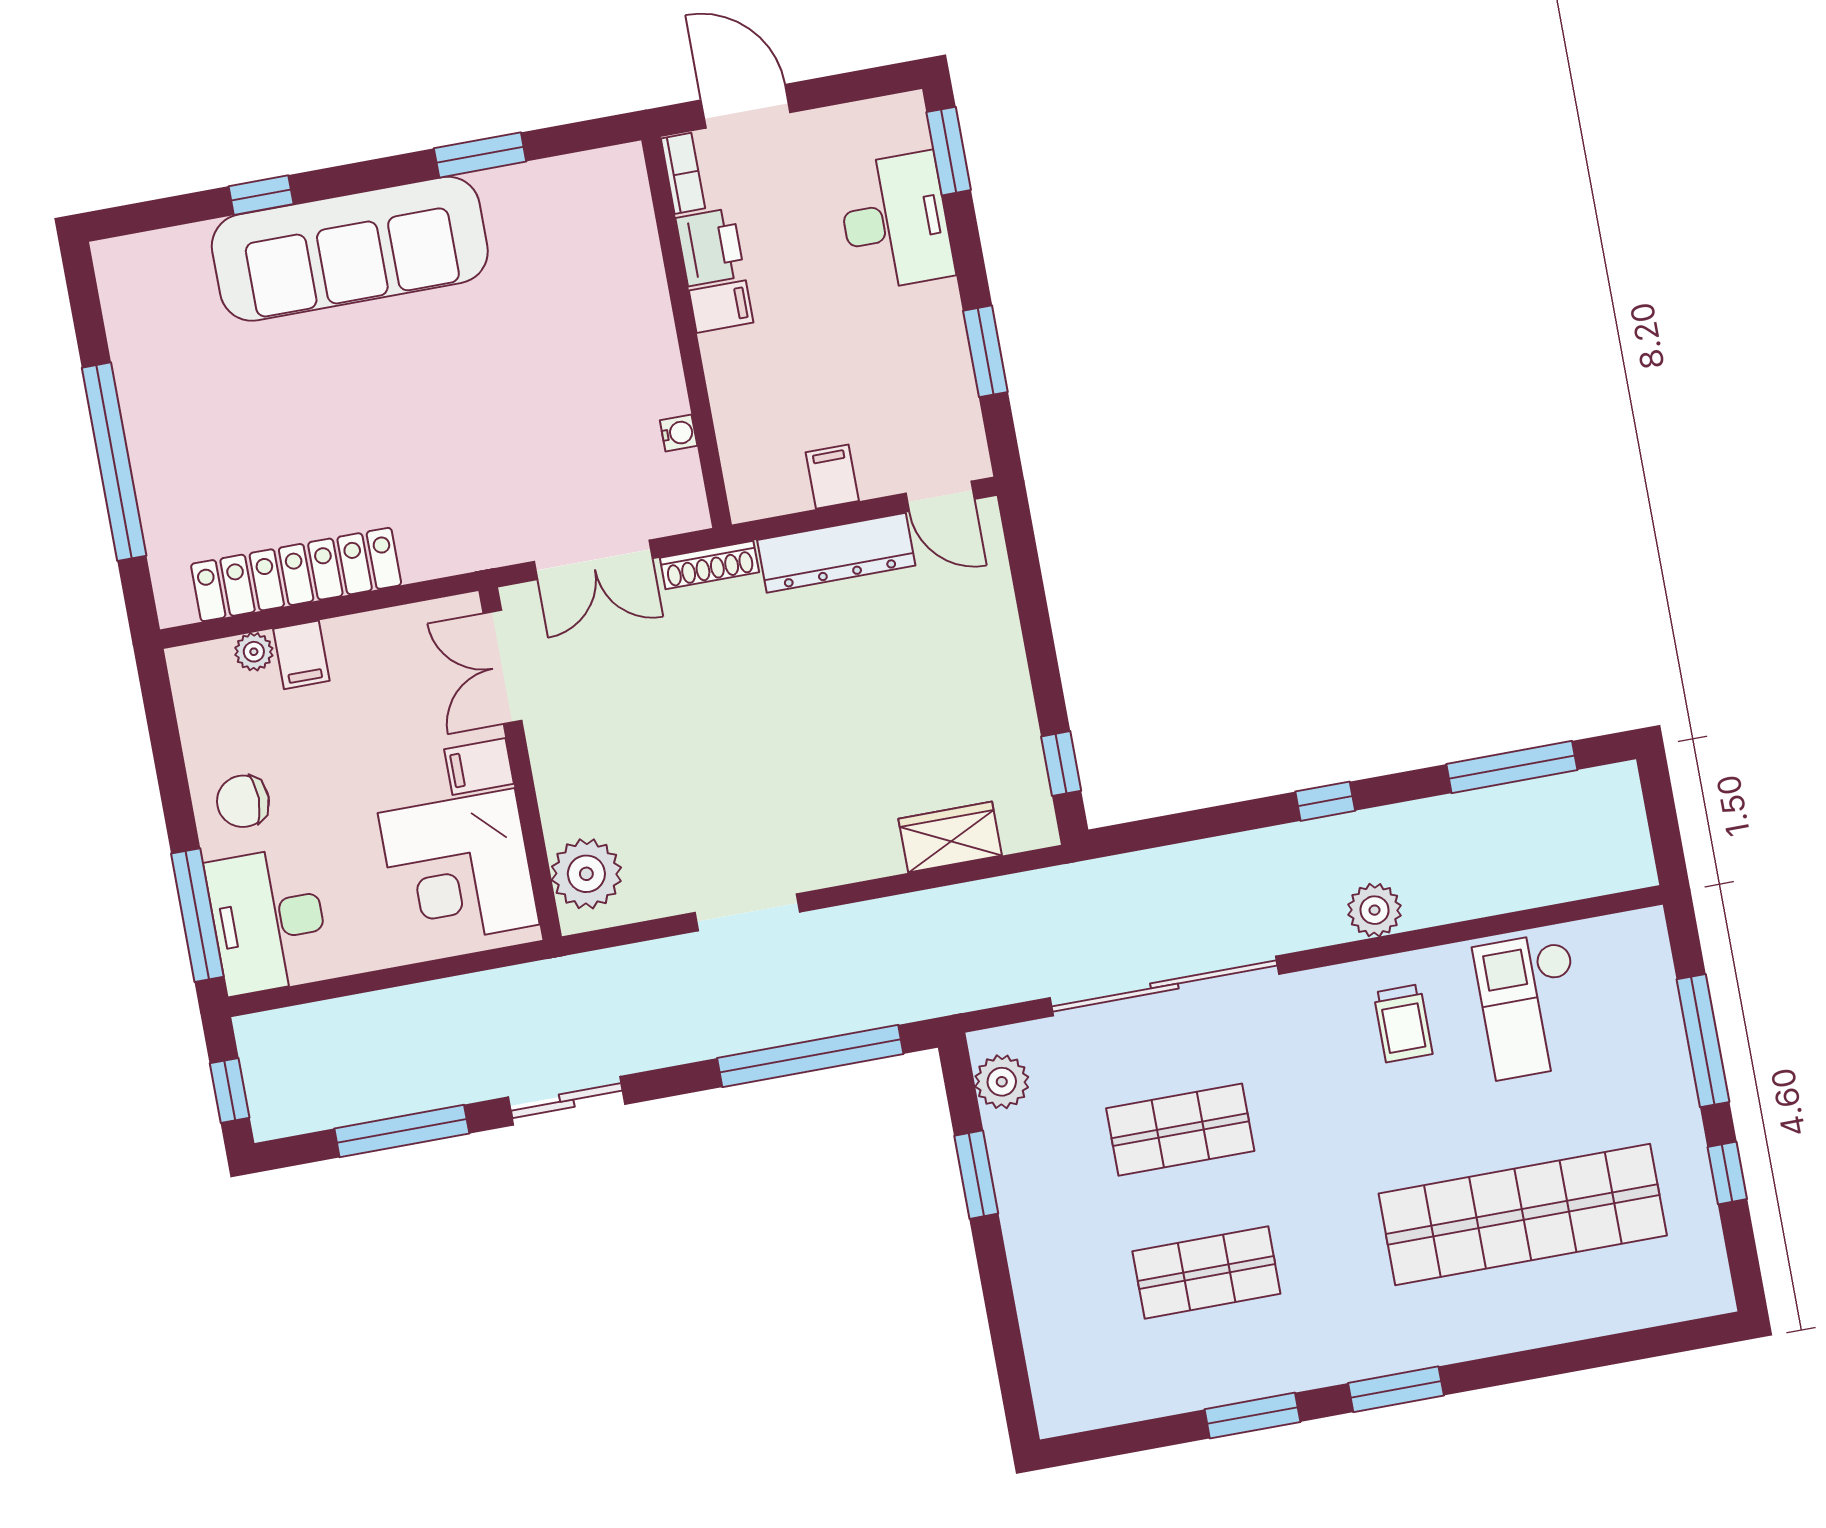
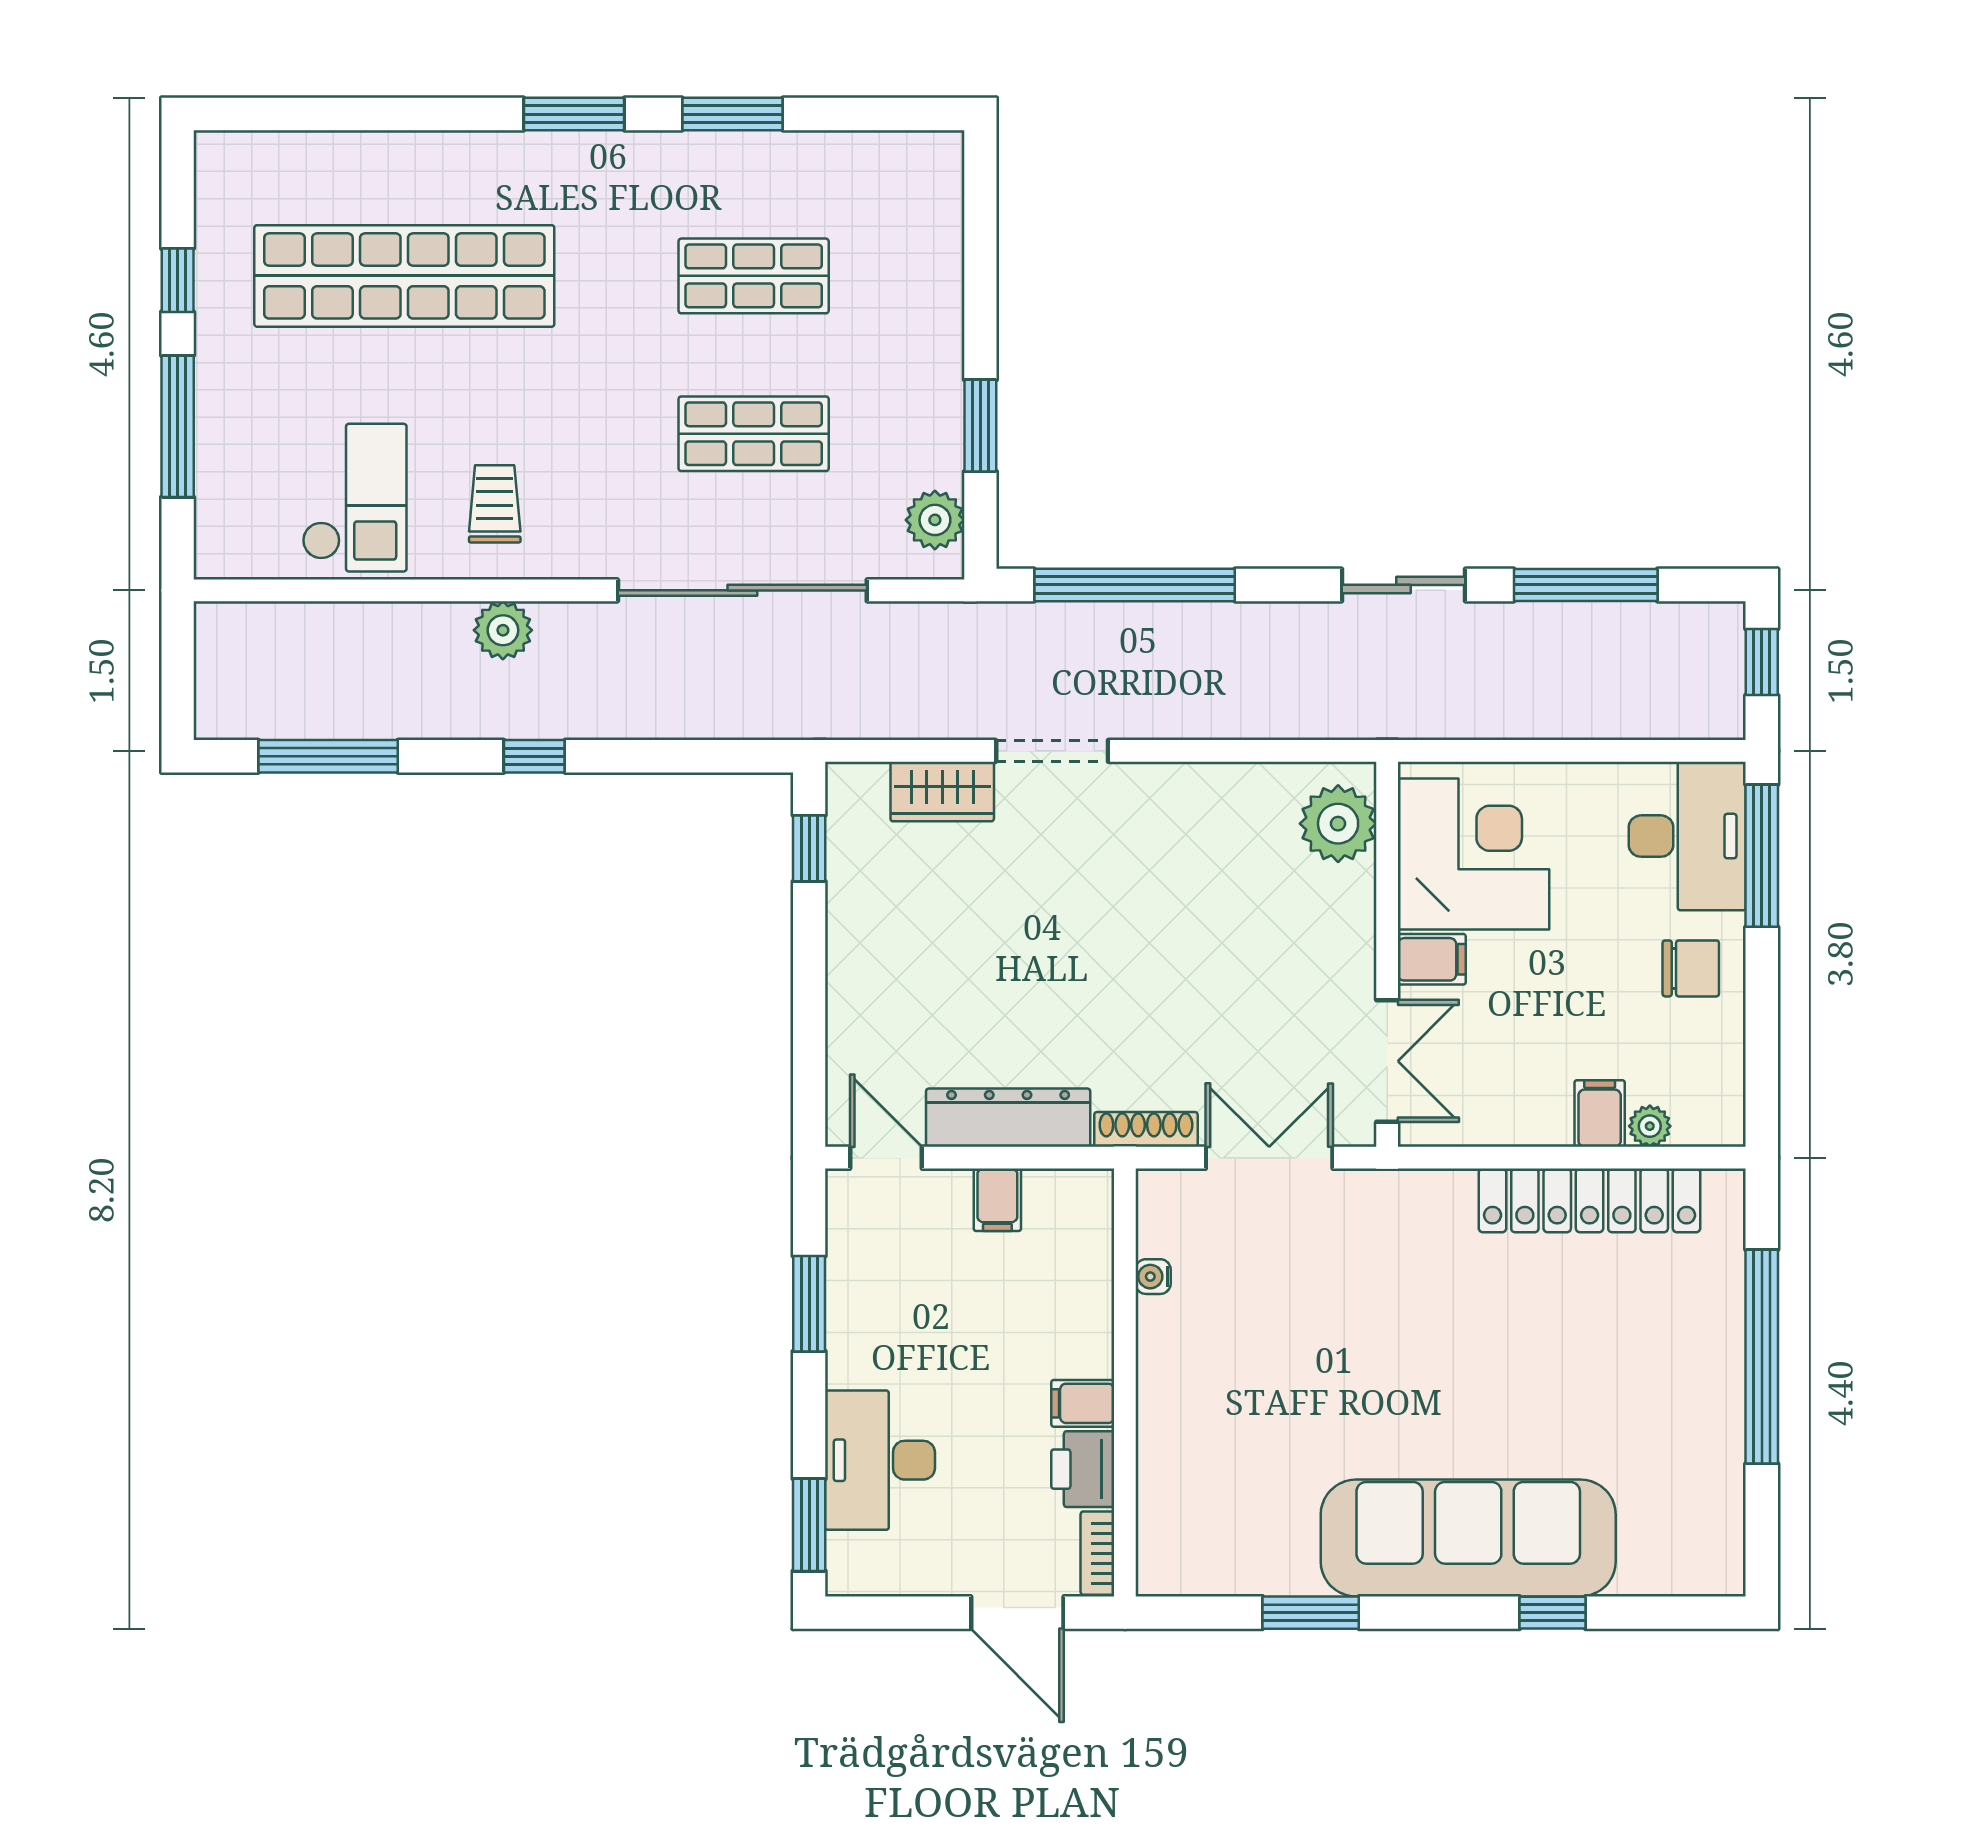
doorway: (747, 912) -> (1052, 751), moved

